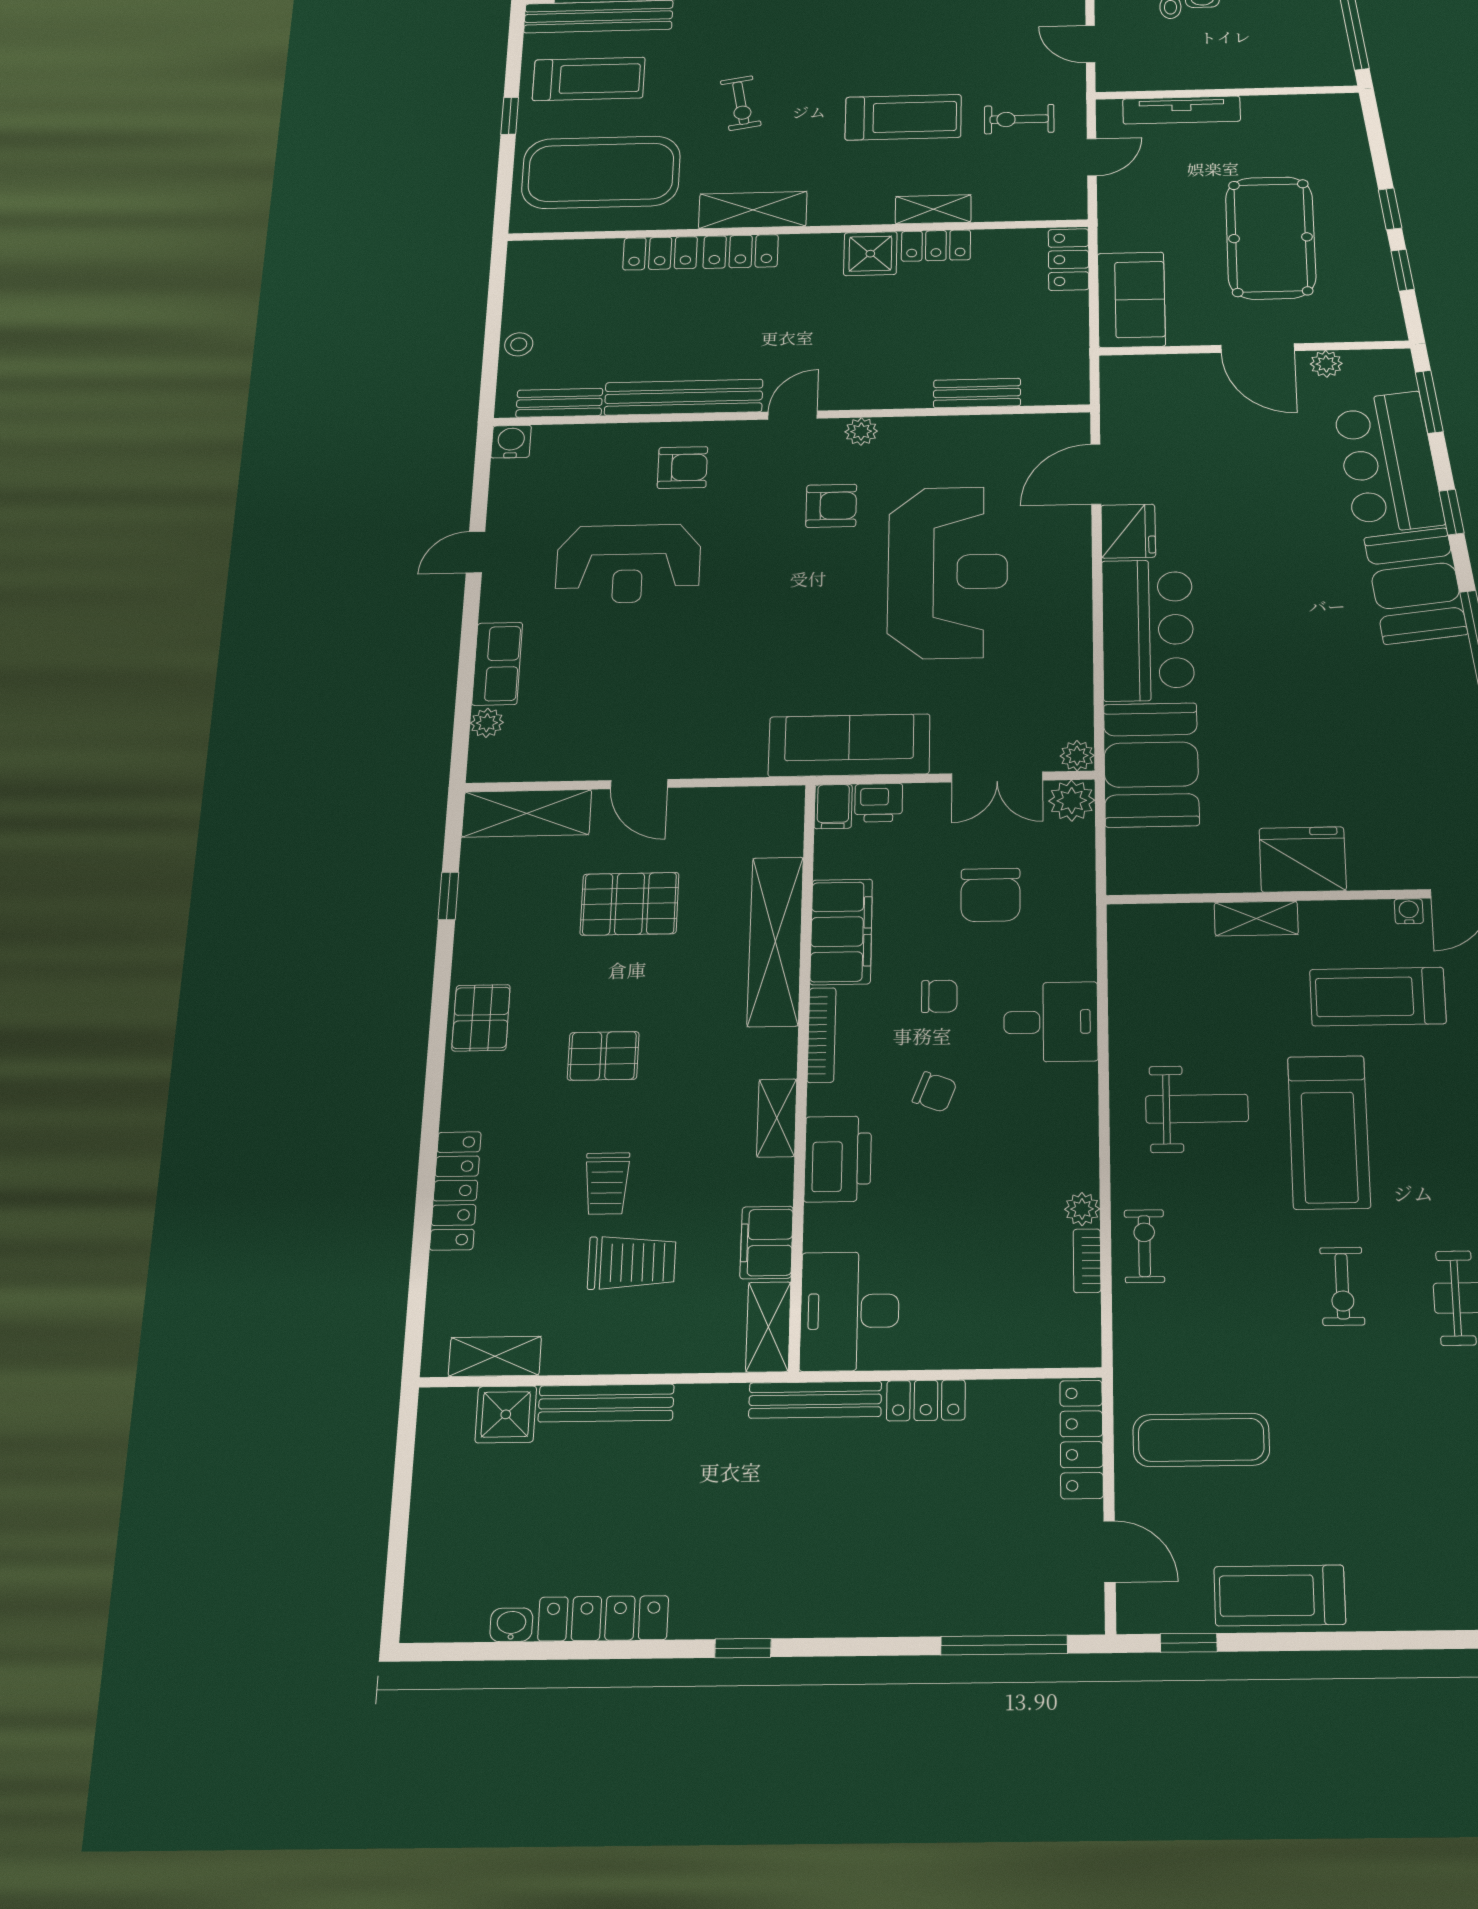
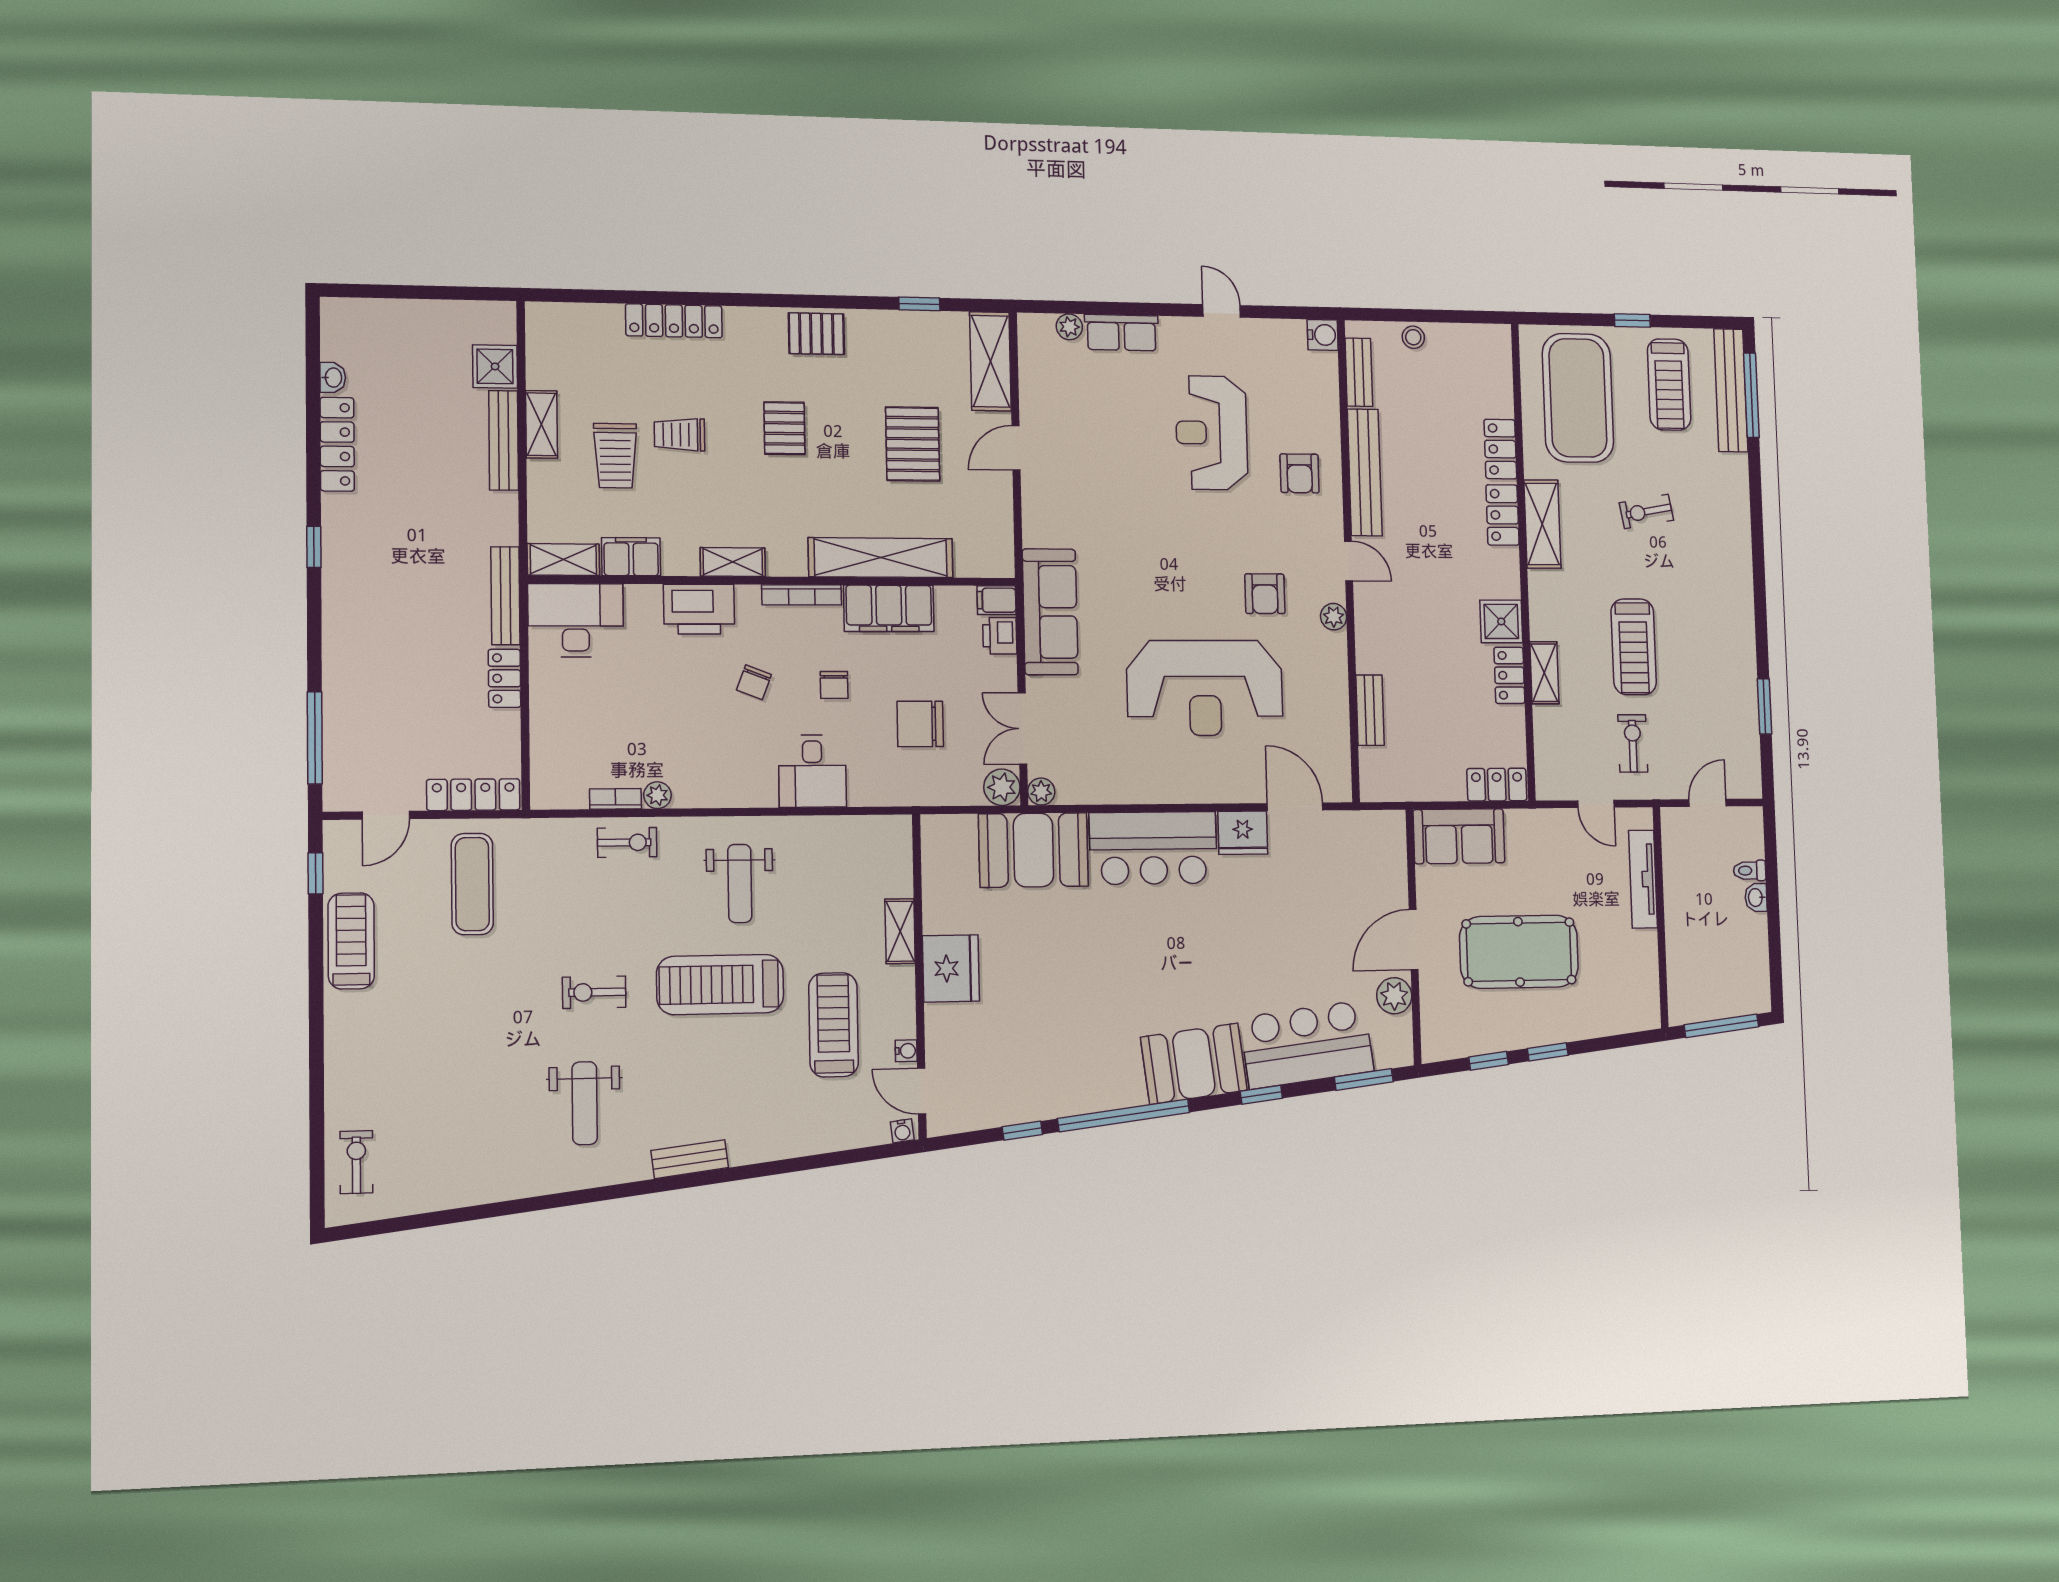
plant: (1326, 364) -> (1394, 996), width x1.38, depth x1.38
shelving: (495, 1356) -> (542, 424), moved

